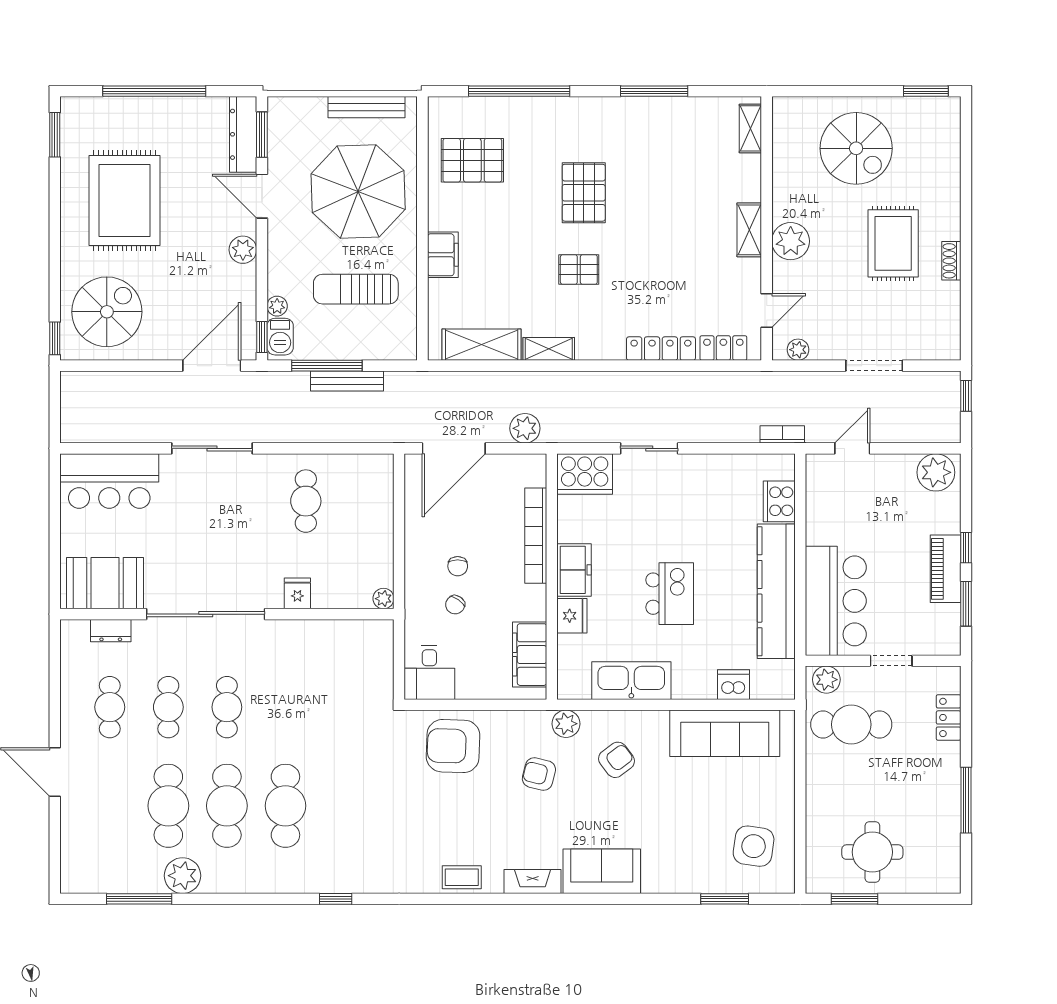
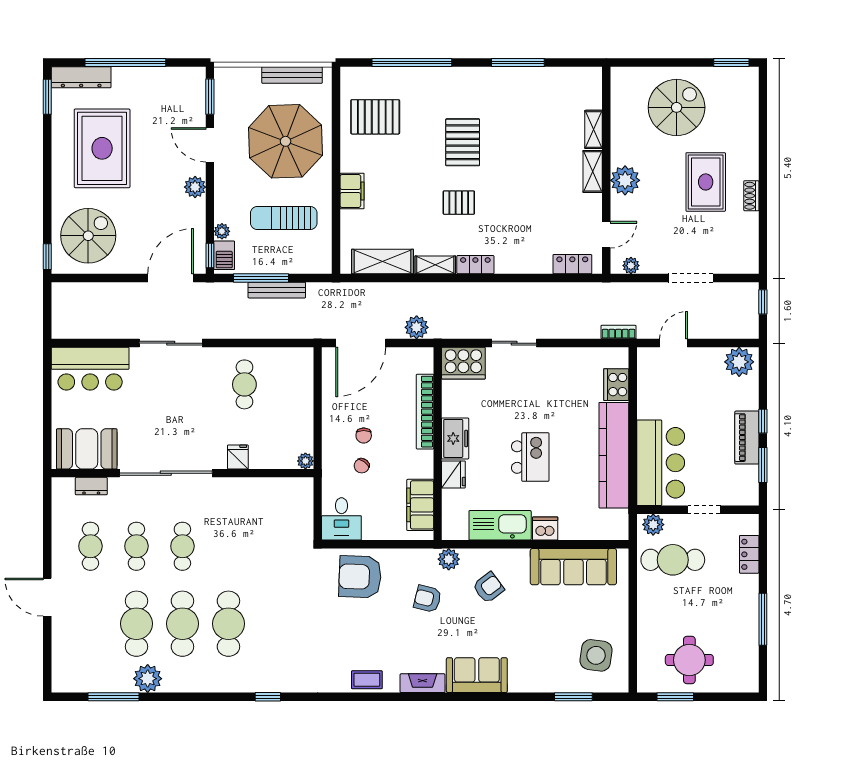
shelving: (750, 128) -> (594, 129), moved
dresser: (243, 134) -> (81, 77), moved, turned -90
spiral stairs: (856, 148) -> (677, 107), turned -90
locker: (661, 349) -> (475, 265), moved, width x0.66
dishwasher: (733, 685) -> (545, 529), moved

